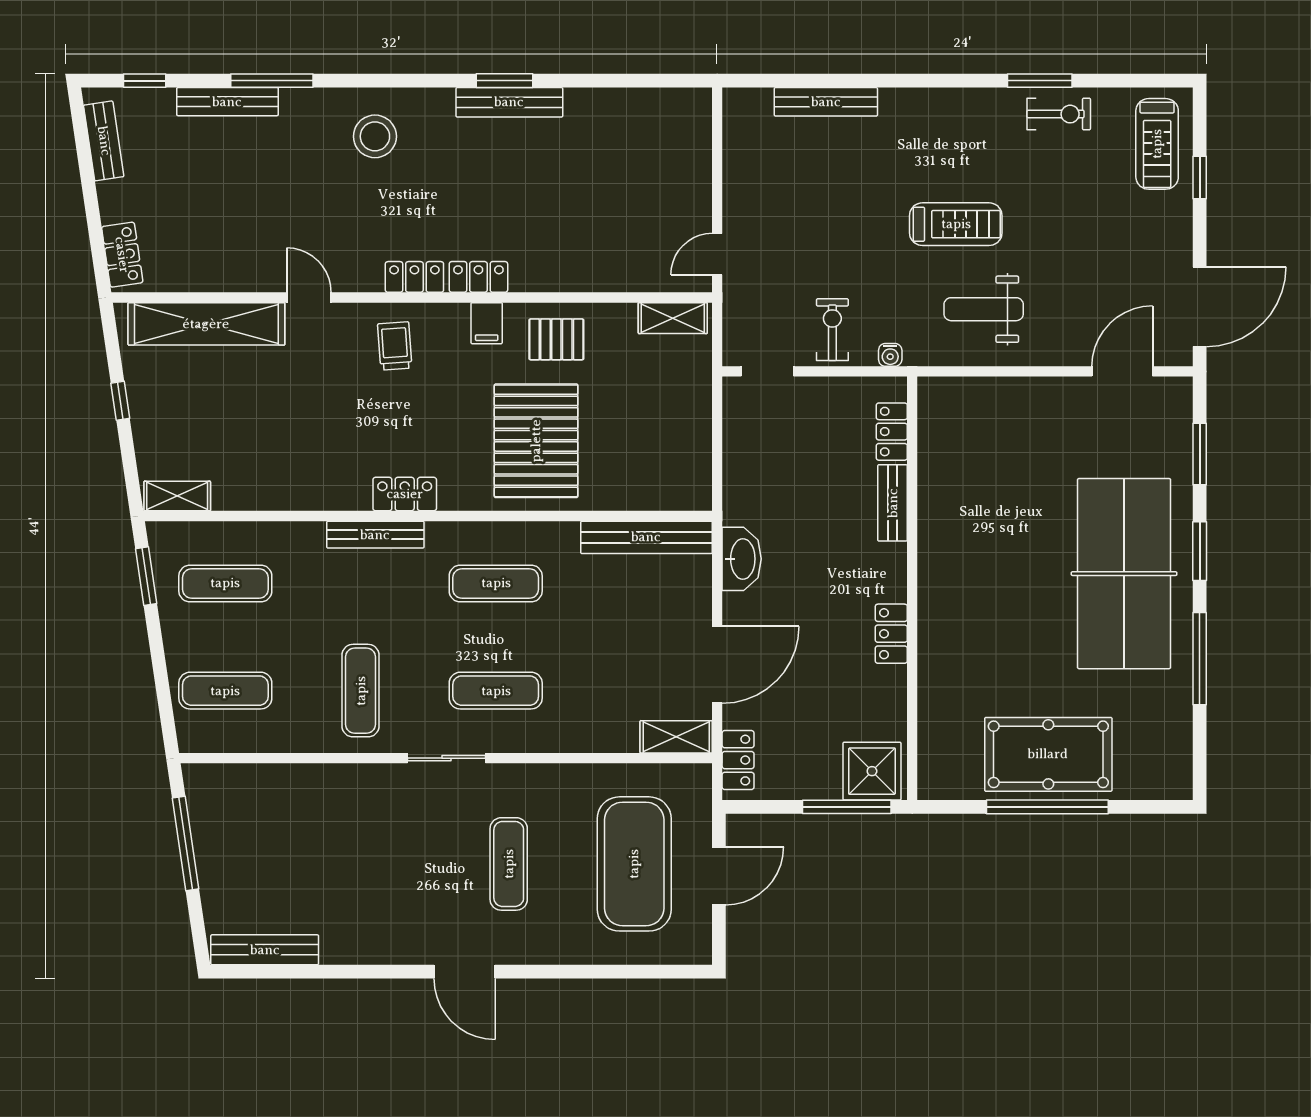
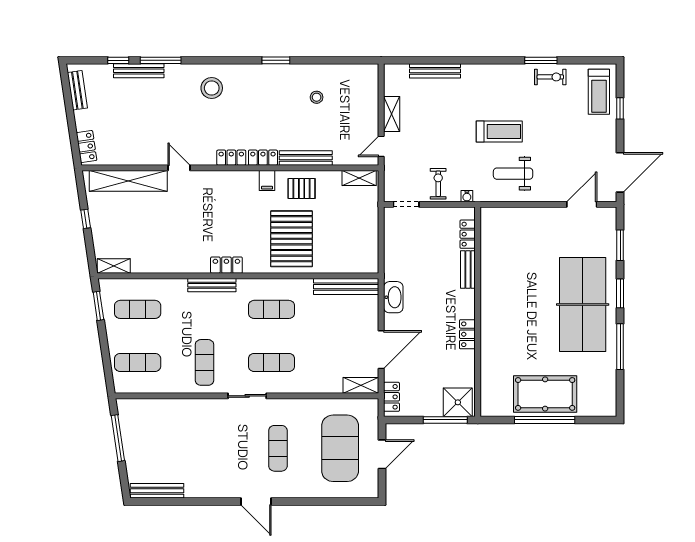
window: (145, 81) -> (118, 60), moved
bench: (509, 102) -> (306, 158), moved
stool: (587, 155) -> (317, 97), added
shelving: (738, 189) -> (392, 114), added
trolley: (395, 346) -> (221, 192), removed

